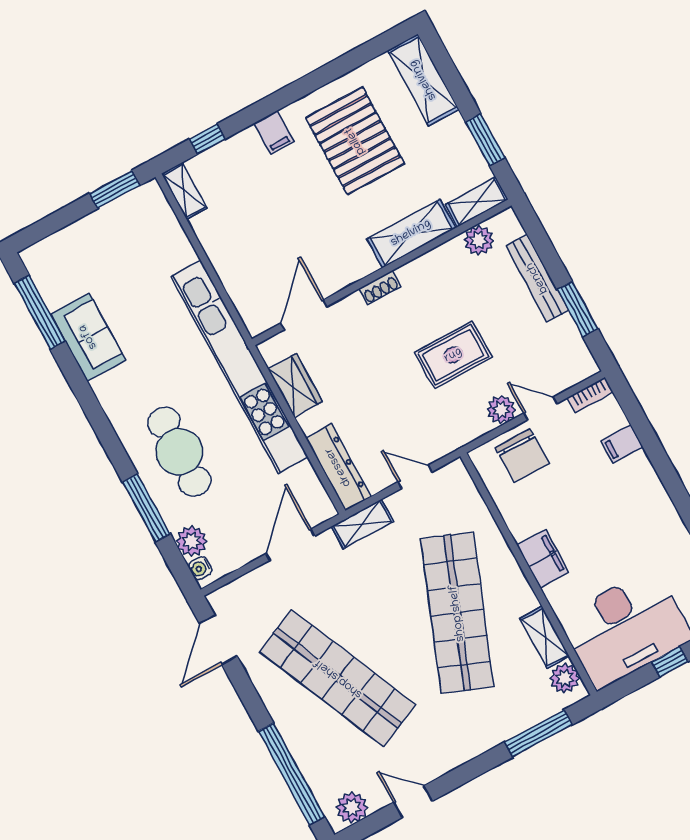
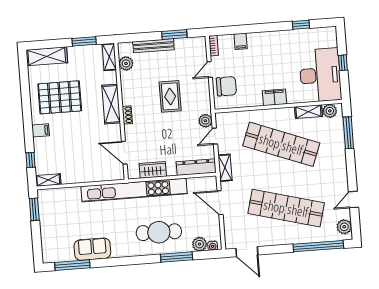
shelving: (411, 233) -> (111, 104), moved
plant: (501, 410) -> (205, 121), moved
shop shelf: (338, 678) -> (286, 208), turned 39

